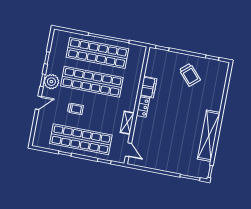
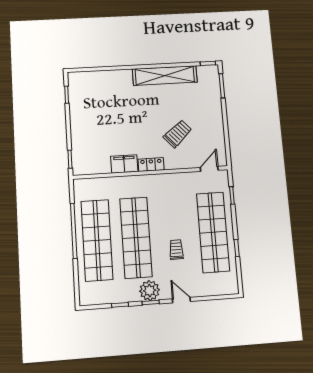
trolley: (190, 75) -> (178, 134), moved
shelving: (127, 123) -> (176, 179), removed

